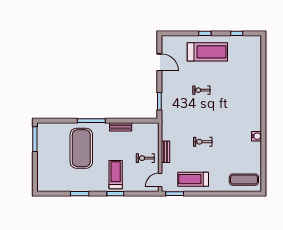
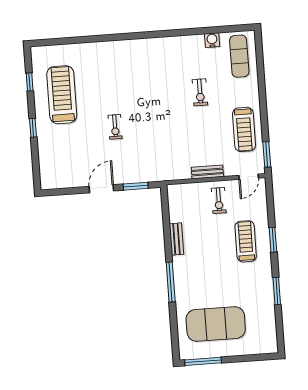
treadmill: (207, 52) -> (62, 95), moved
door: (159, 62) -> (101, 189), moved
water cooler: (256, 136) -> (212, 40), moved
exercise bike: (203, 142) -> (200, 92), moved
exercise mat: (81, 148) -> (216, 324), moved
treadmill: (116, 175) -> (246, 241), turned 90
door: (160, 180) -> (249, 177), hinge flipped

